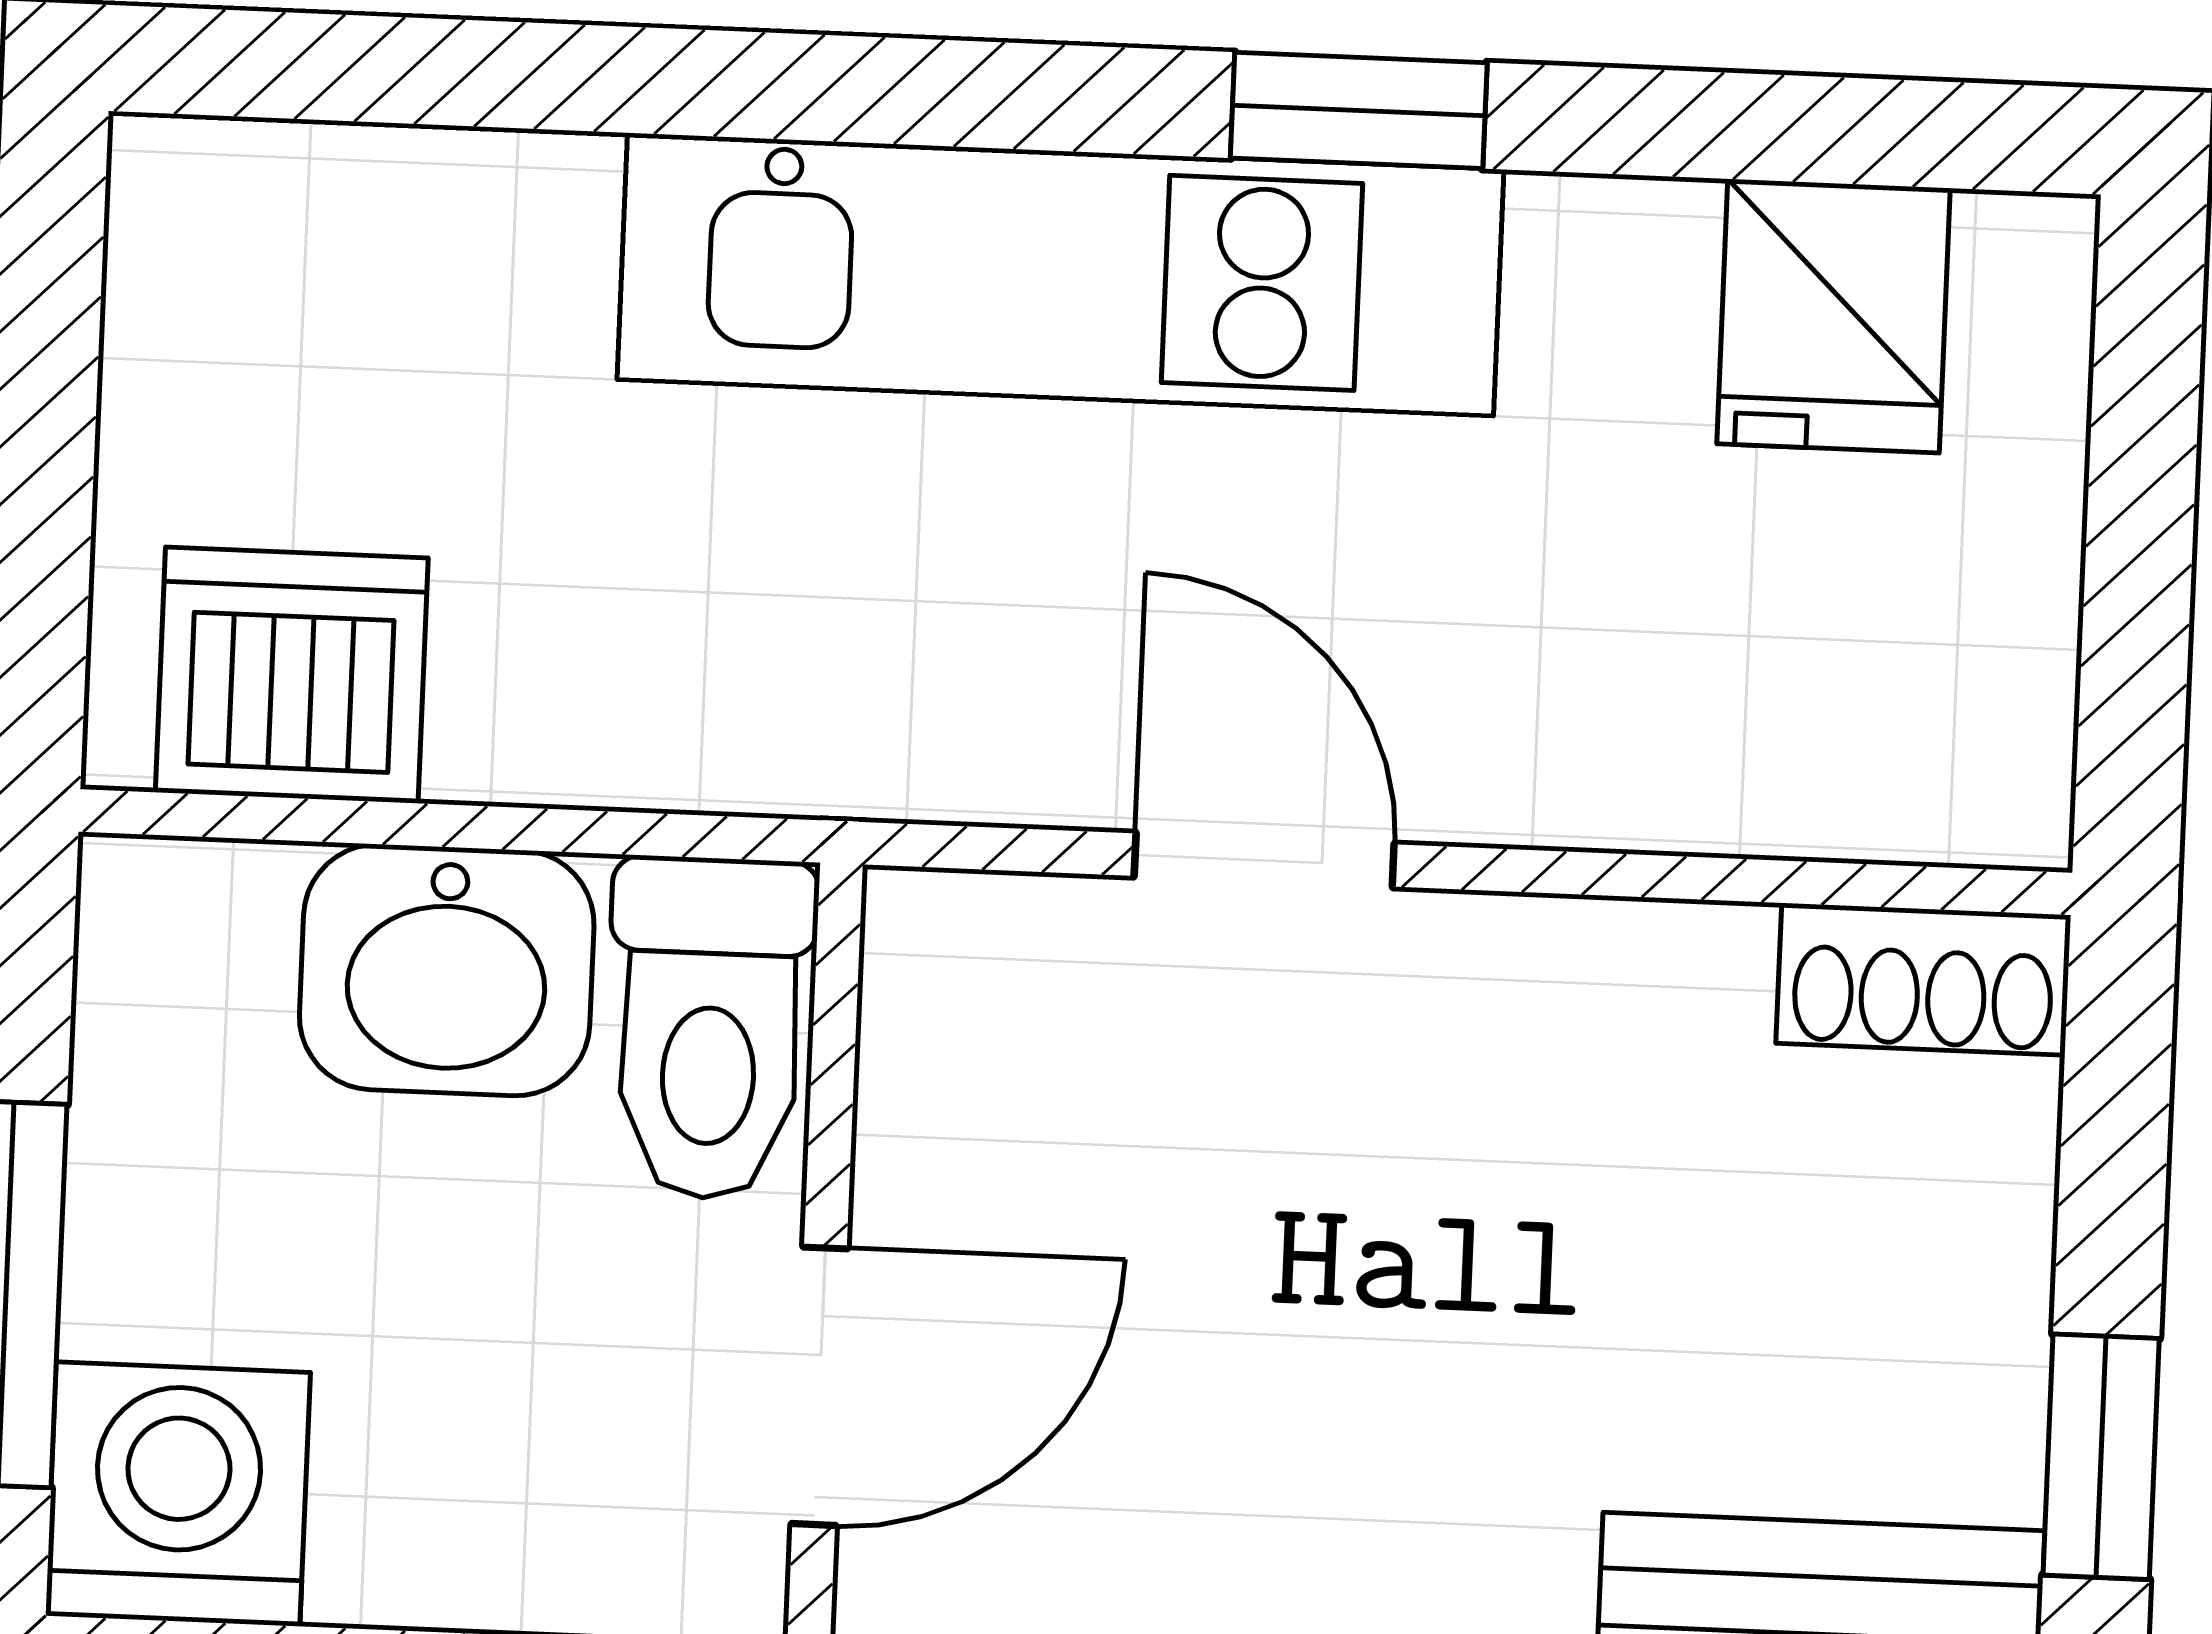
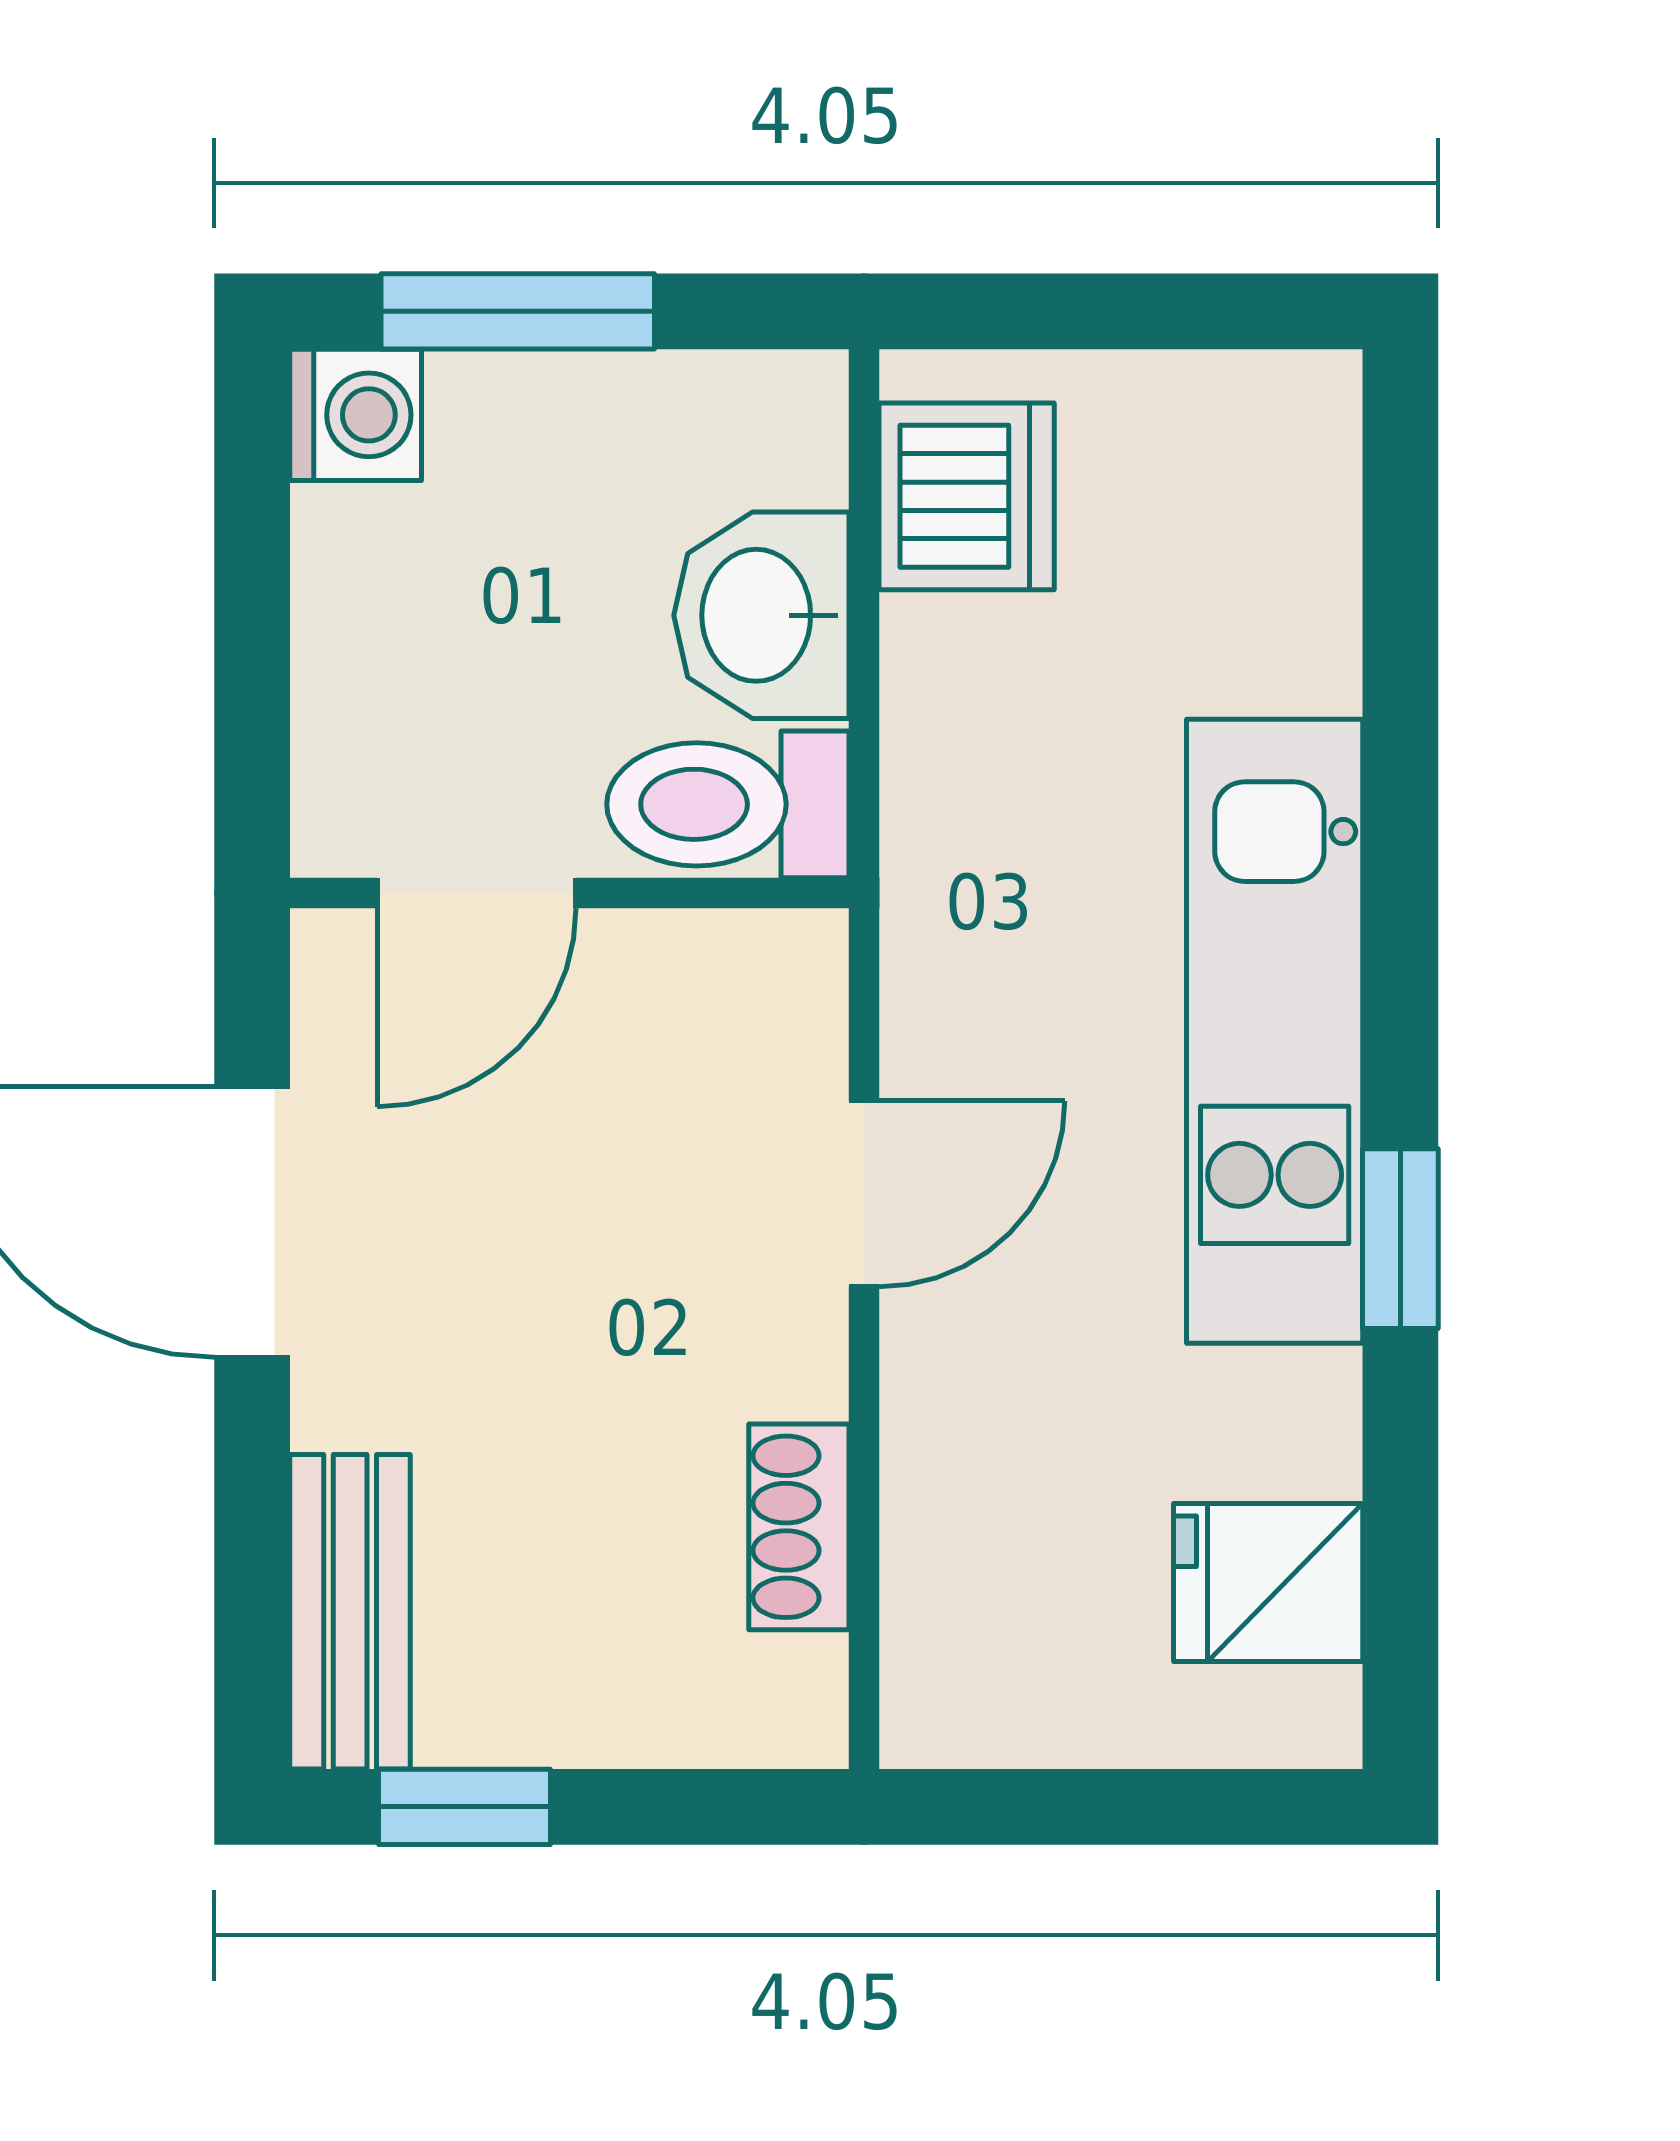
shoe rack: (1923, 979) -> (799, 1527), moved
door: (820, 1386) -> (476, 893), hinge flipped
washing machine: (178, 1494) -> (356, 415), width x0.73, depth x0.73

